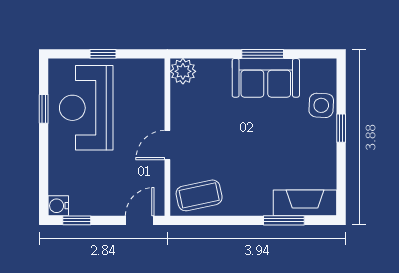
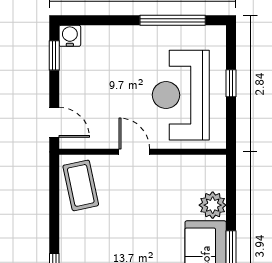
plant: (183, 71) -> (213, 205), moved
reception desk: (86, 108) -> (181, 95), moved, turned -90
window: (44, 109) -> (173, 20), width x2.17

